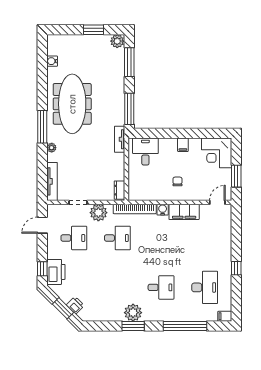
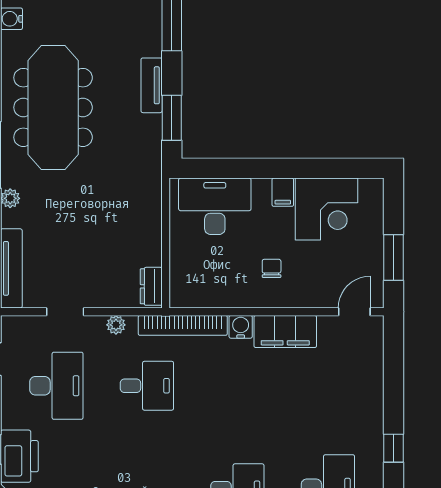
window: (129, 109) -> (172, 118), width x0.69
tv unit: (120, 139) -> (152, 85), moved
desk: (145, 151) -> (215, 206), width x1.37
corner desk: (217, 153) -> (326, 209), moved, turned -90
plant: (98, 213) -> (116, 325), width x0.53, depth x0.53
desk: (74, 238) -> (56, 386), width x1.37

